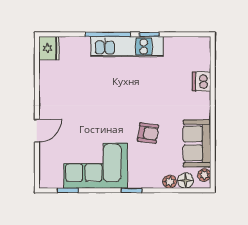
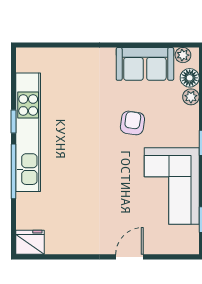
kitchen unit: (127, 47) -> (28, 132), width x1.36
dishwasher: (202, 81) -> (70, 58), removed
door: (37, 131) -> (129, 257), hinge flipped

